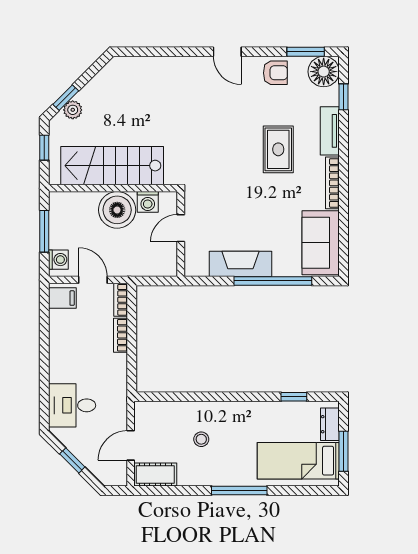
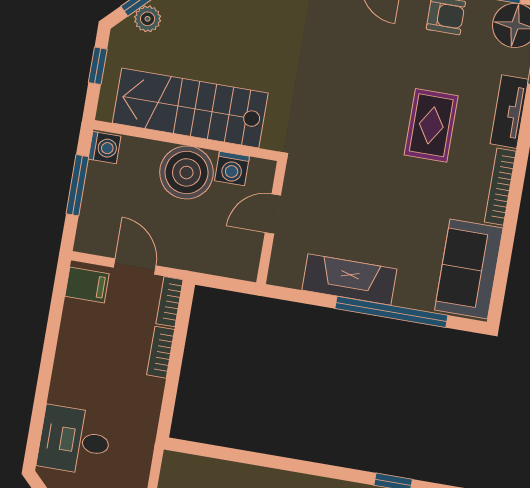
washing machine: (58, 260) -> (105, 148), moved

